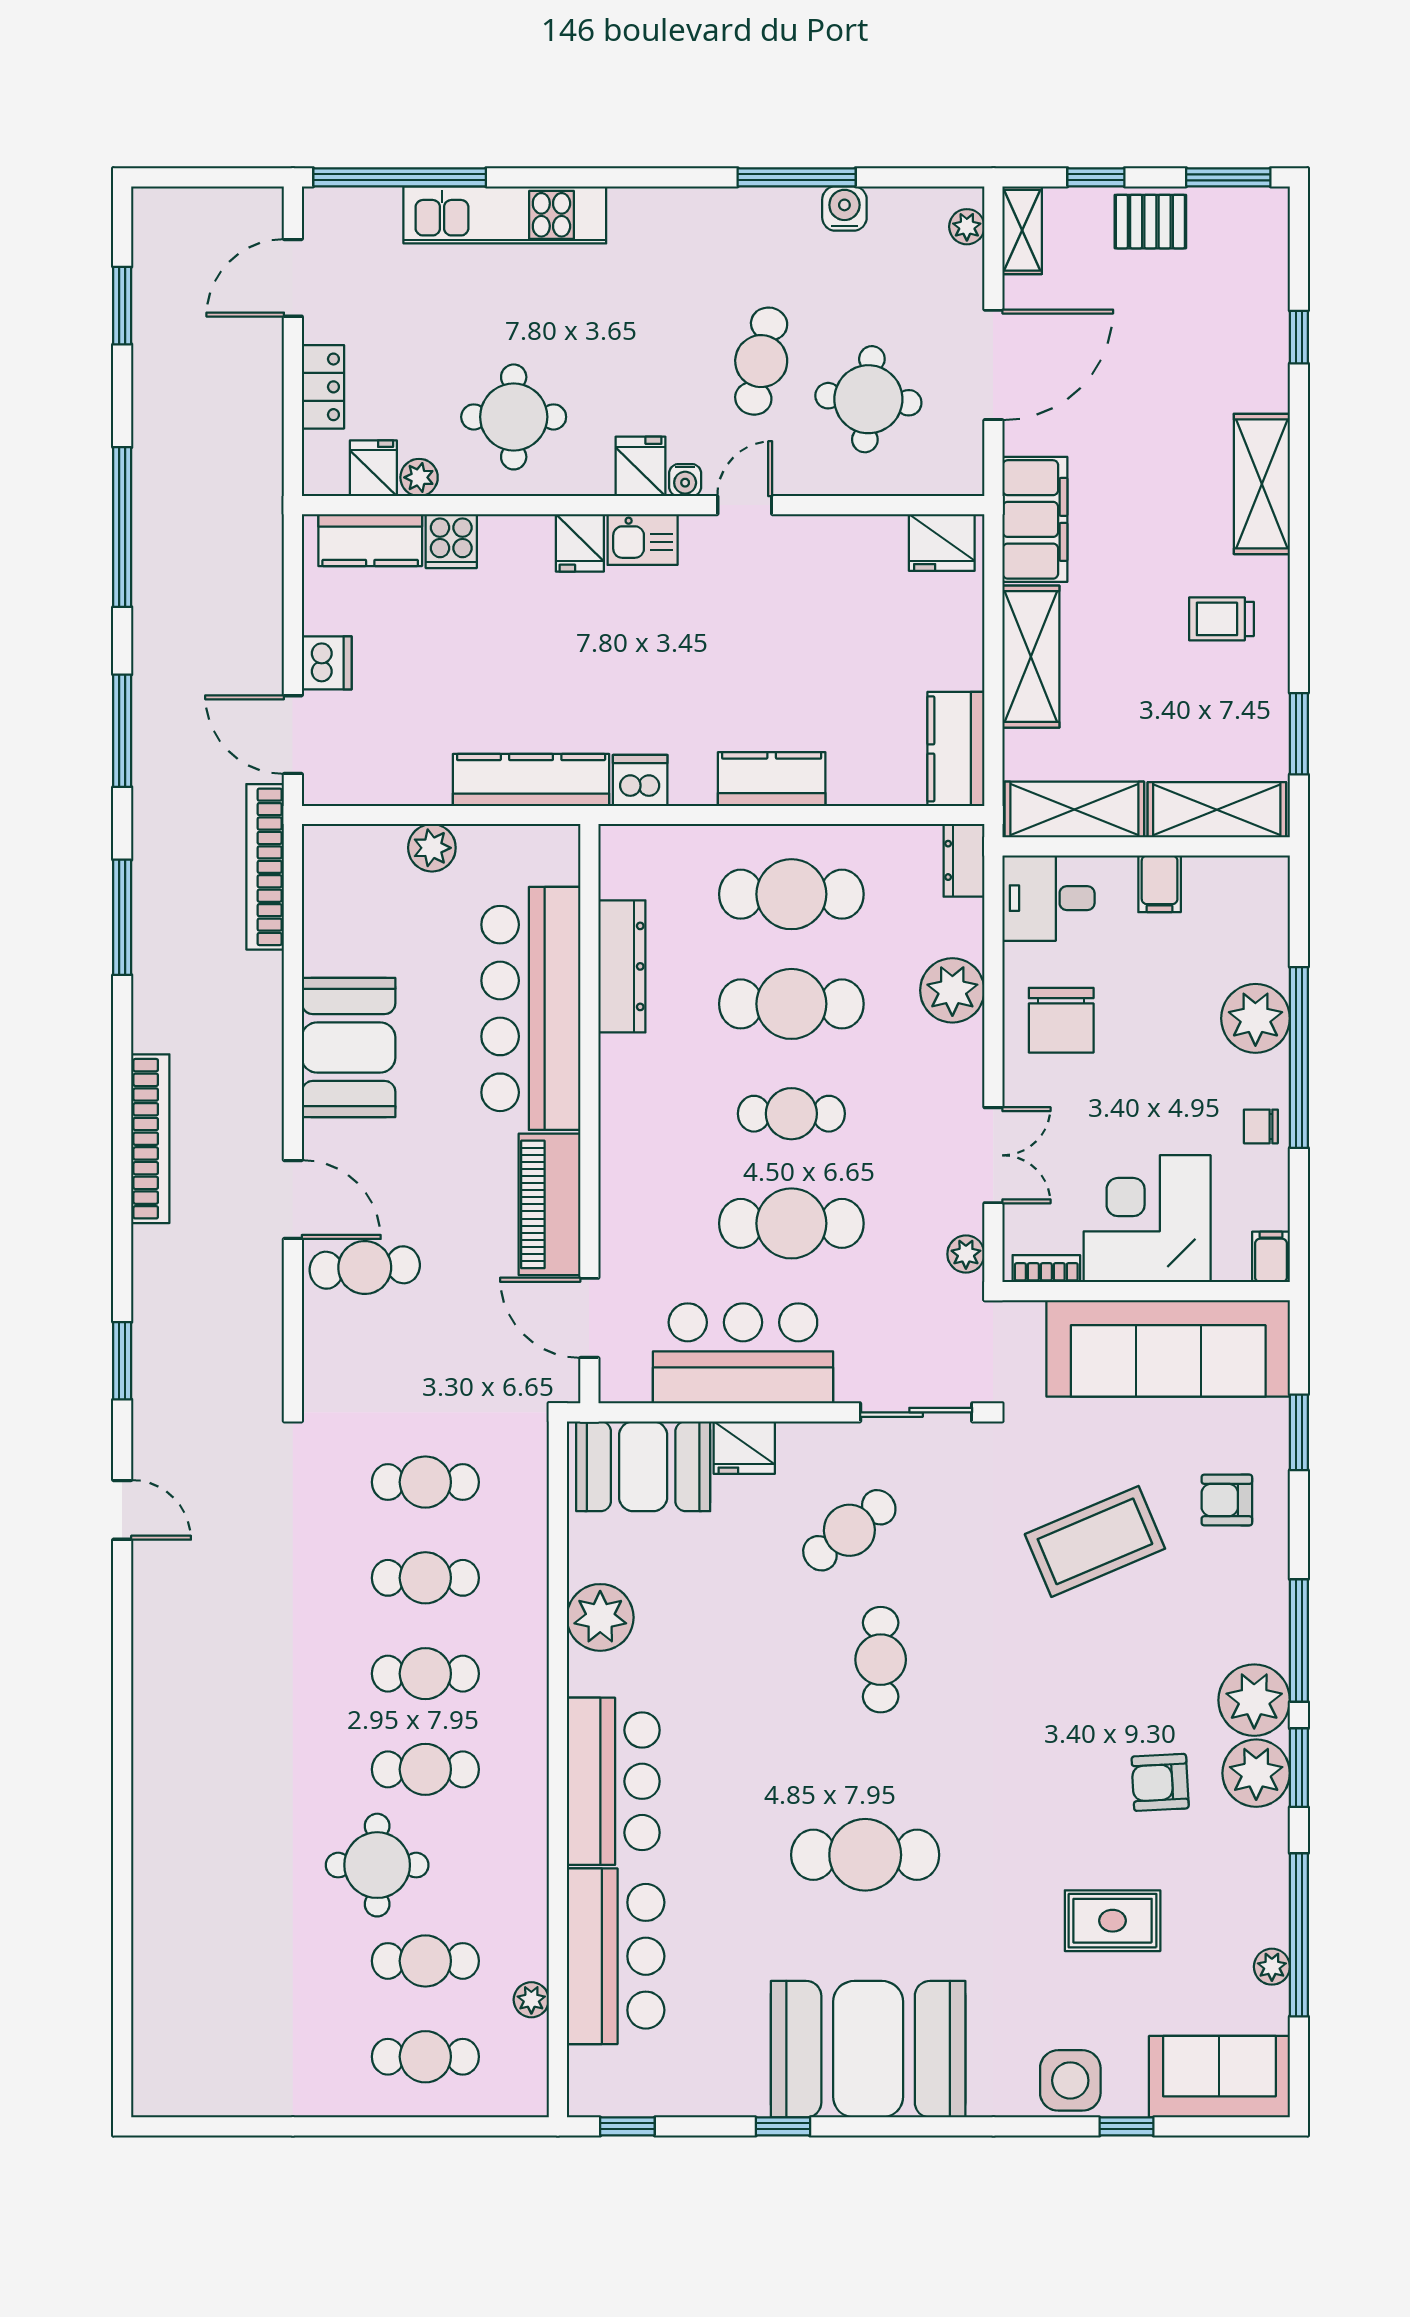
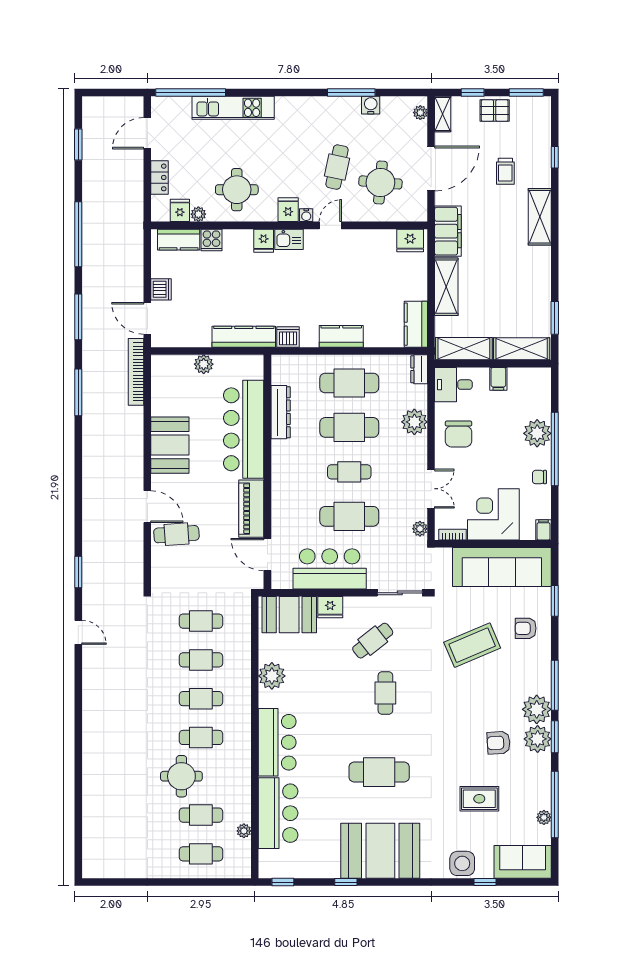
trolley: (1221, 619) -> (505, 171), moved, turned -90
bookcase: (150, 1139) -> (90, 482), removed

